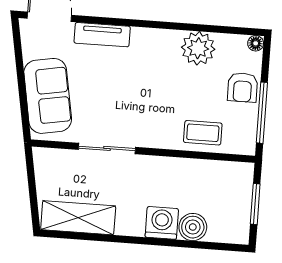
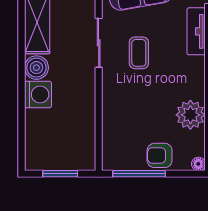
coffee table: (203, 133) -> (139, 53), moved
boiler: (193, 227) -> (36, 68), moved

